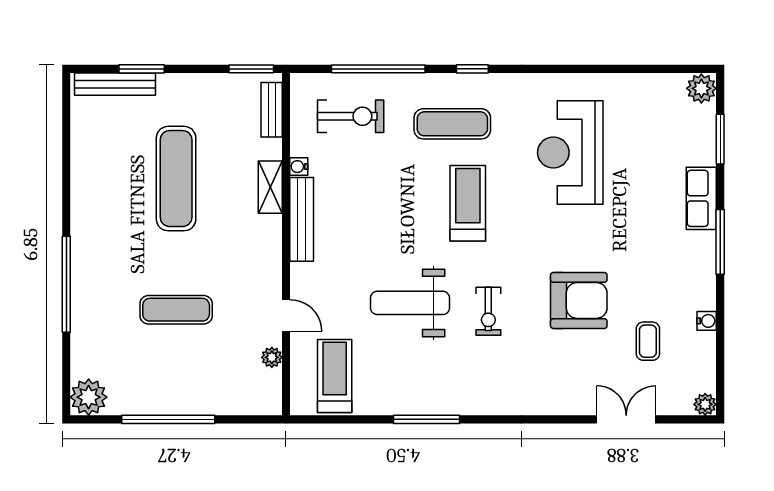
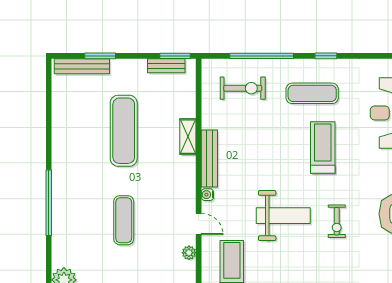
bench: (272, 110) -> (166, 66), moved, turned 90
water cooler: (299, 167) -> (207, 195), moved
weight bench: (410, 303) -> (283, 216), turned 180
exercise mat: (176, 310) -> (124, 220), turned 90

